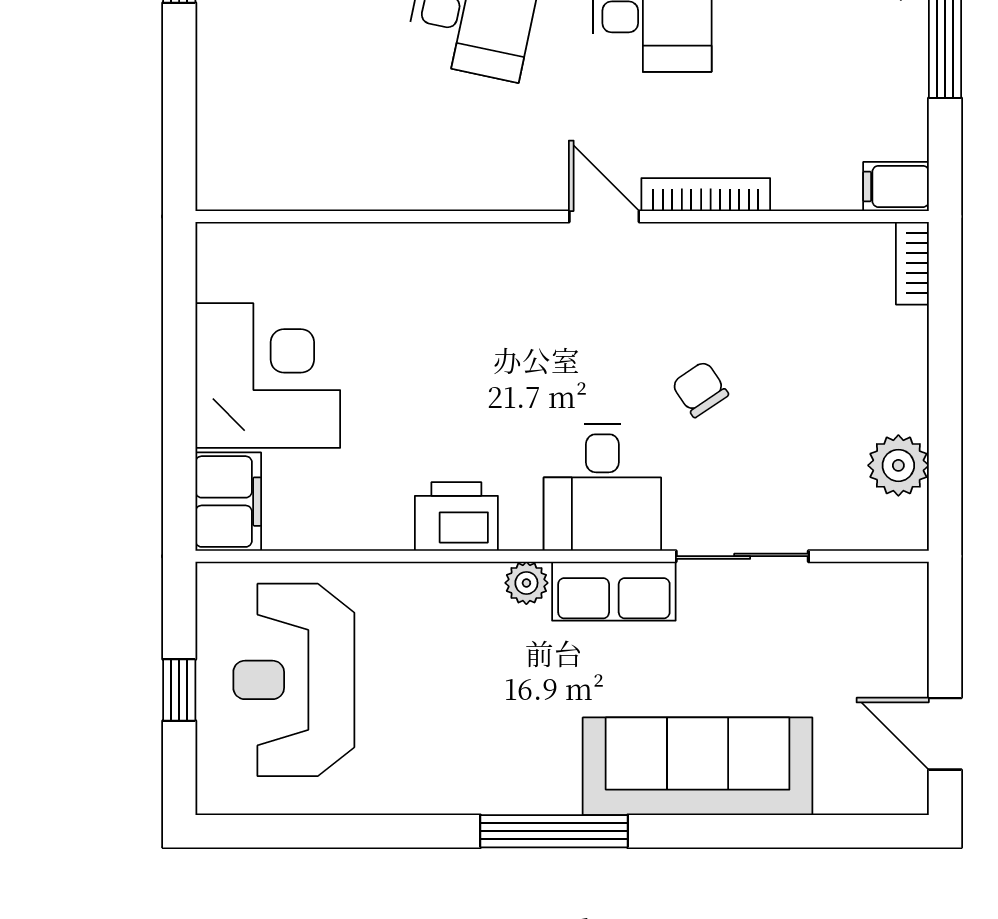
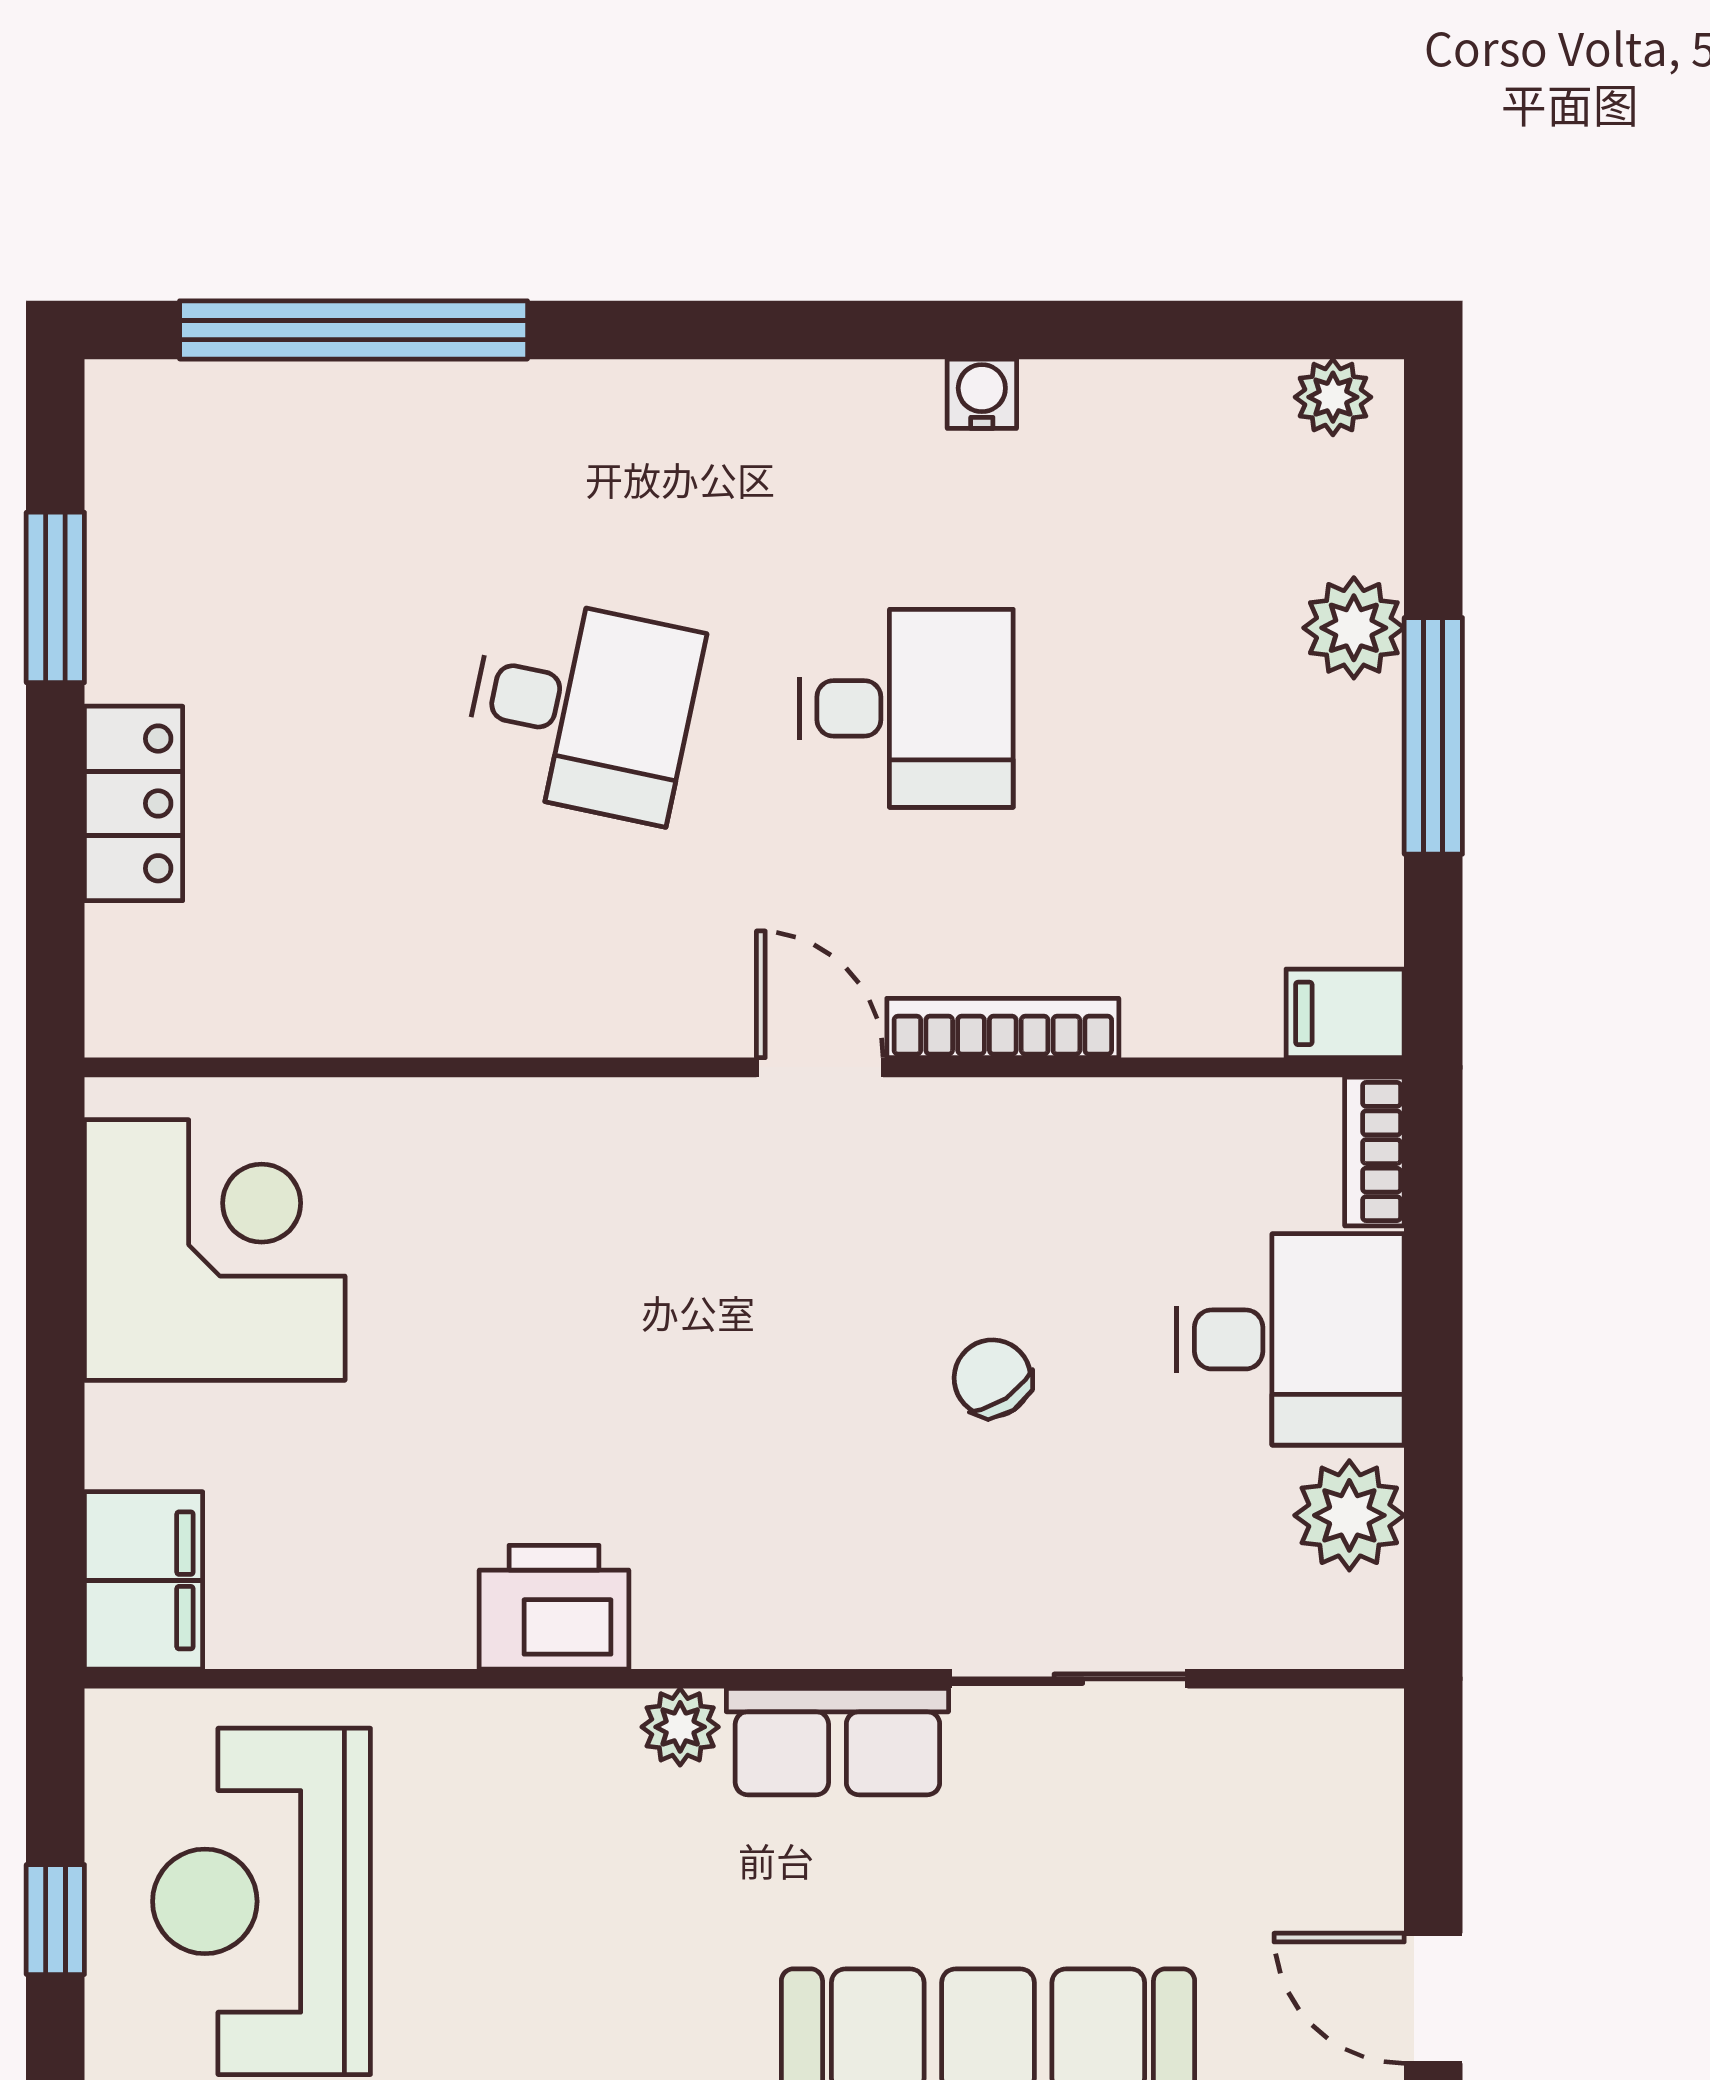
locker: (223, 70) -> (134, 803), added
corner desk: (268, 376) -> (215, 1250), moved
desk: (602, 487) -> (1290, 1339), moved, turned -90

